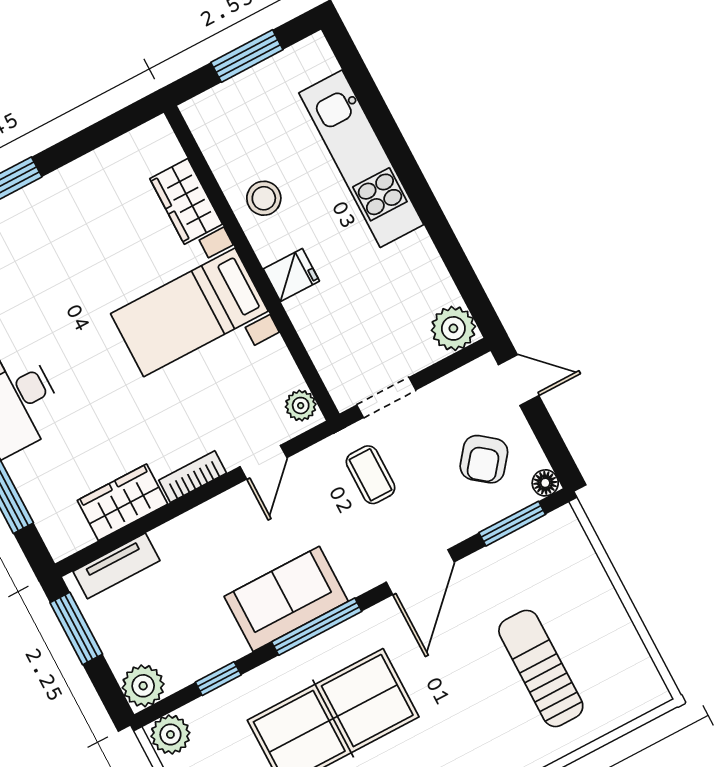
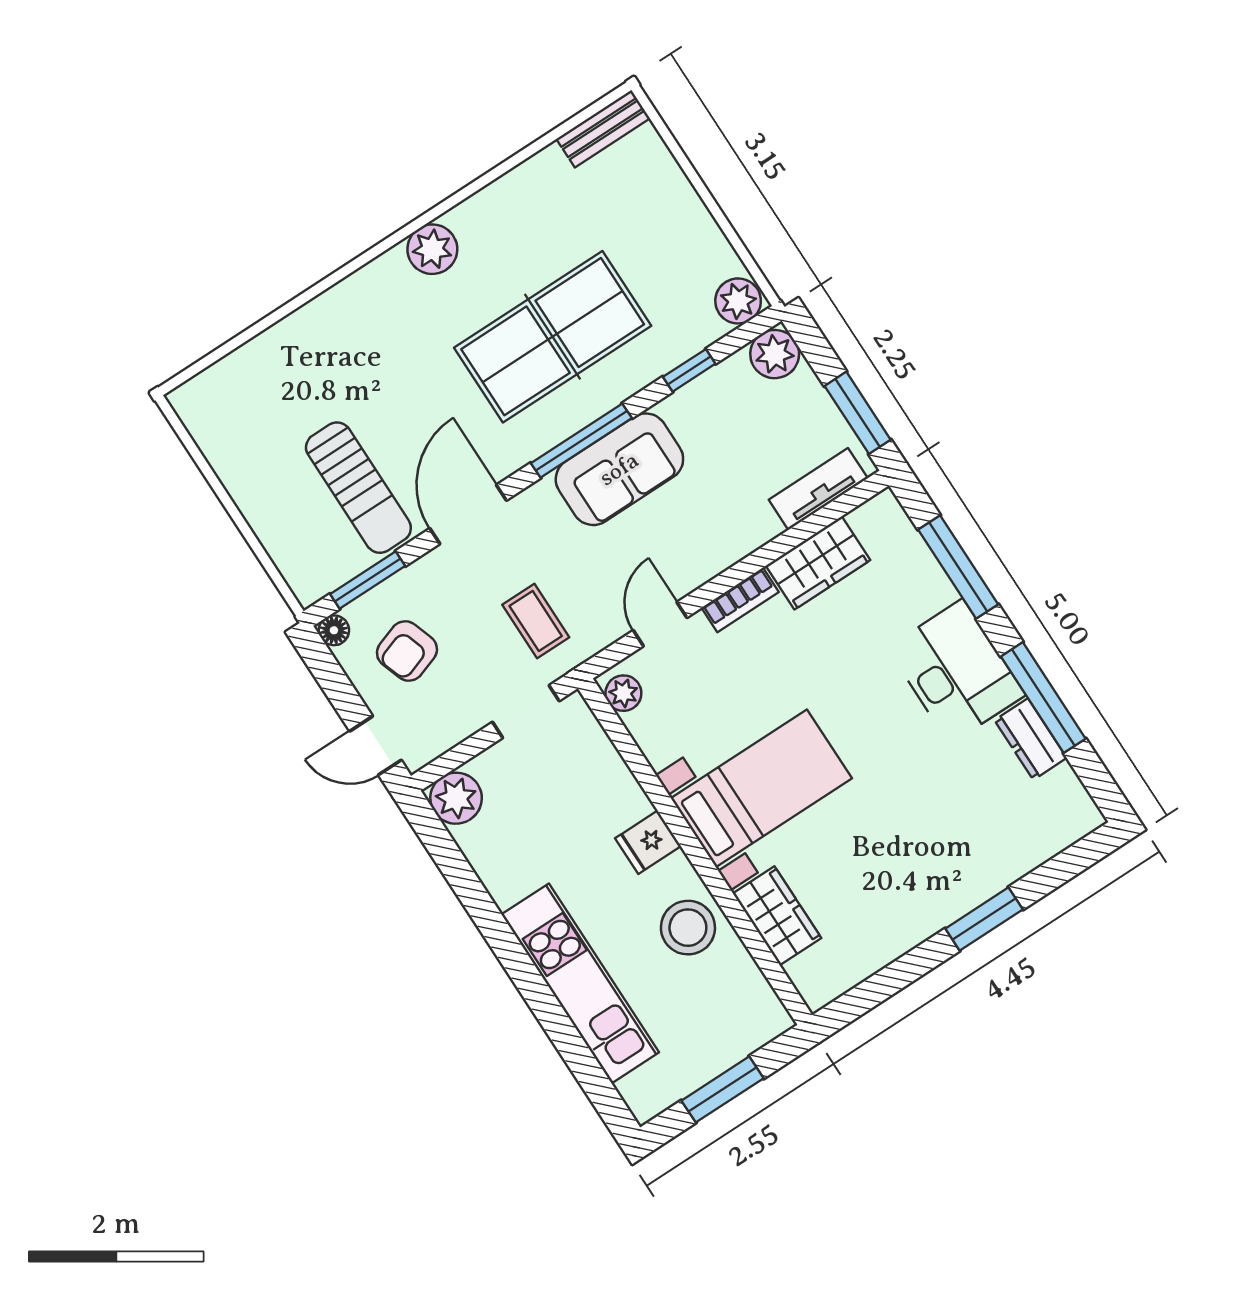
stool: (264, 198) -> (688, 928), width x1.38, depth x1.38
armchair: (484, 459) -> (407, 651), turned -147
sun lounger: (541, 668) -> (358, 488), moved

